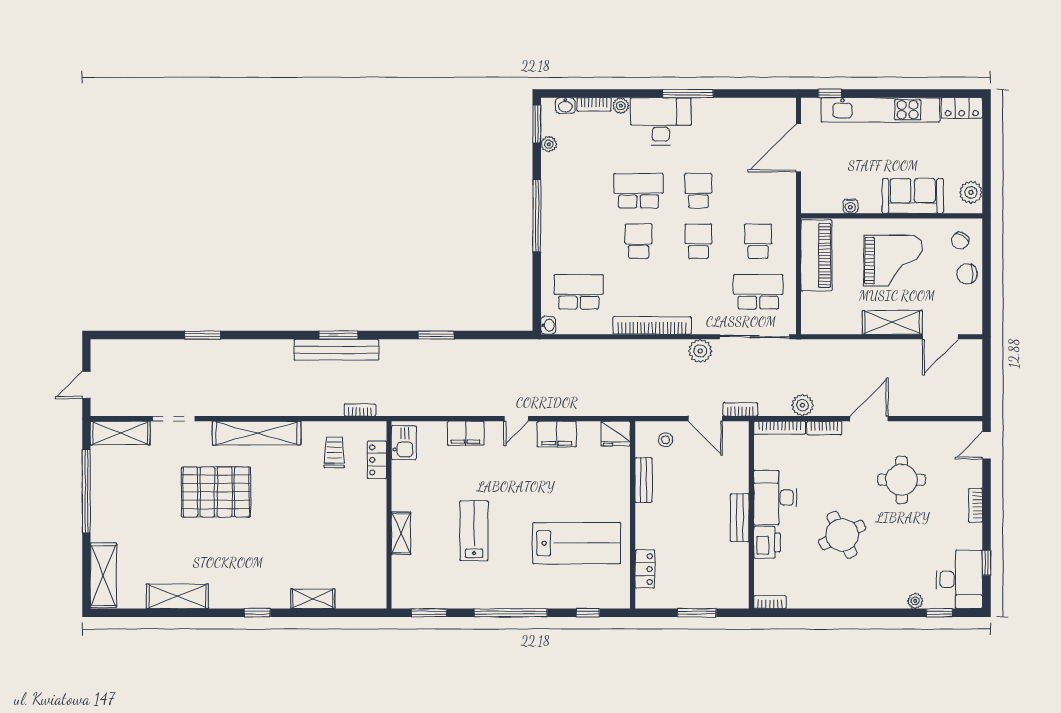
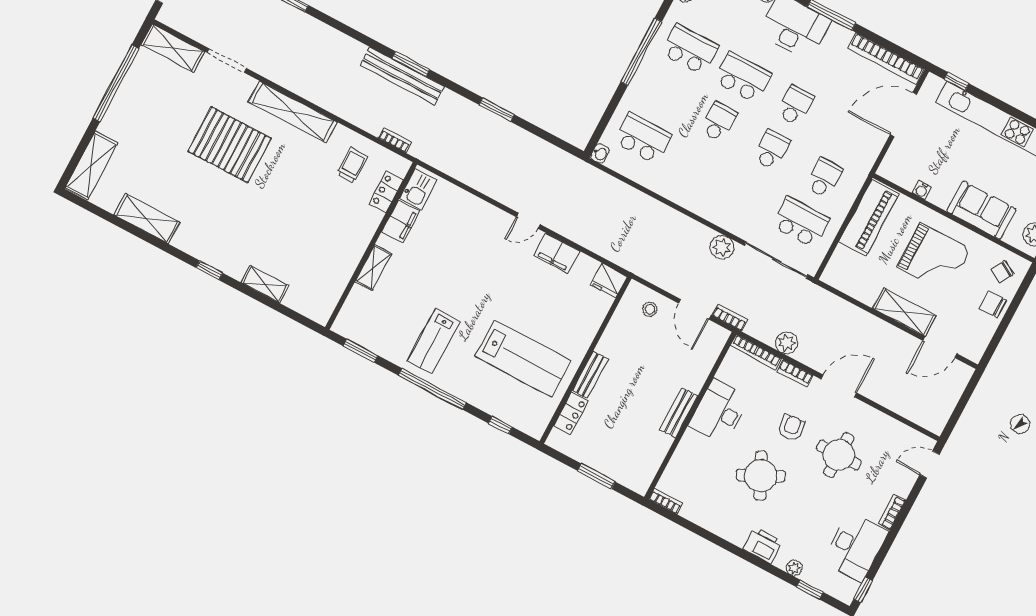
school desk: (579, 191) -> (690, 49), added
bookcase: (652, 325) -> (886, 59), moved, turned 180
filing cabinet: (466, 433) -> (401, 222), moved, turned -90
armchair: (847, 478) -> (791, 428), added
bench: (644, 480) -> (590, 375), moved
lab bench: (474, 531) -> (434, 341), moved, turned 180
printer: (767, 542) -> (763, 545), moved, turned -90
window: (986, 563) -> (863, 590), moved
desk: (959, 579) -> (855, 547), moved

